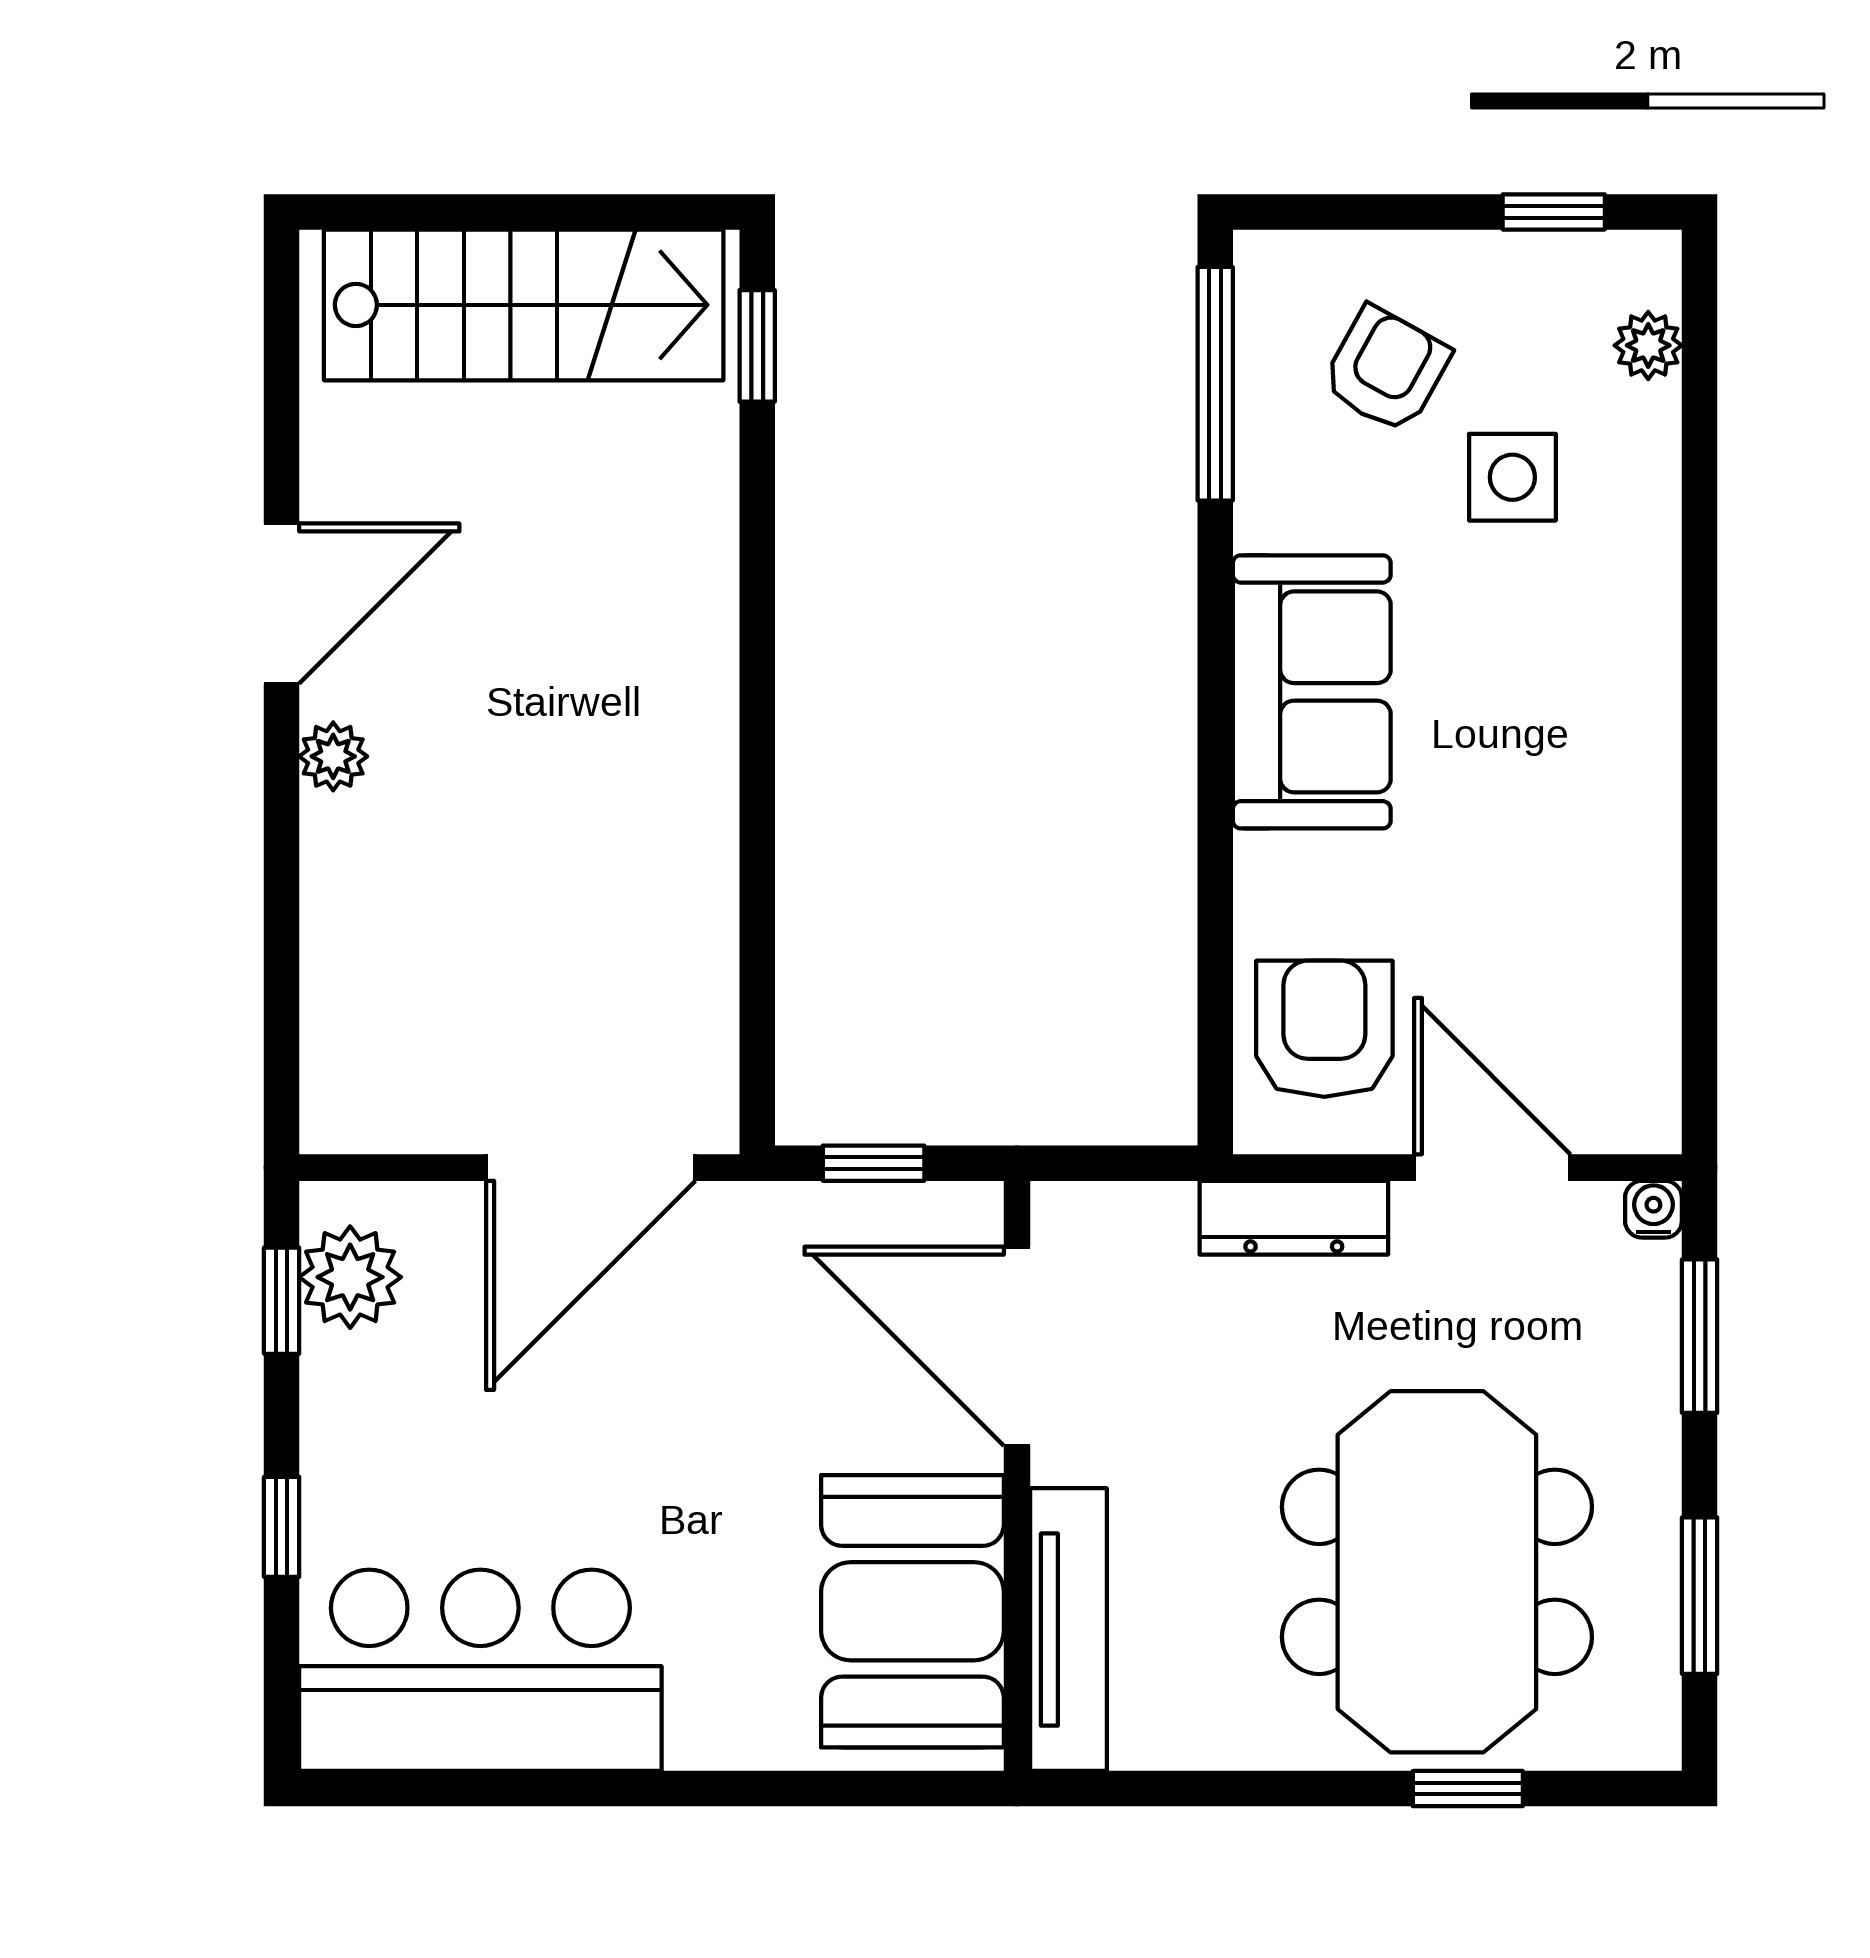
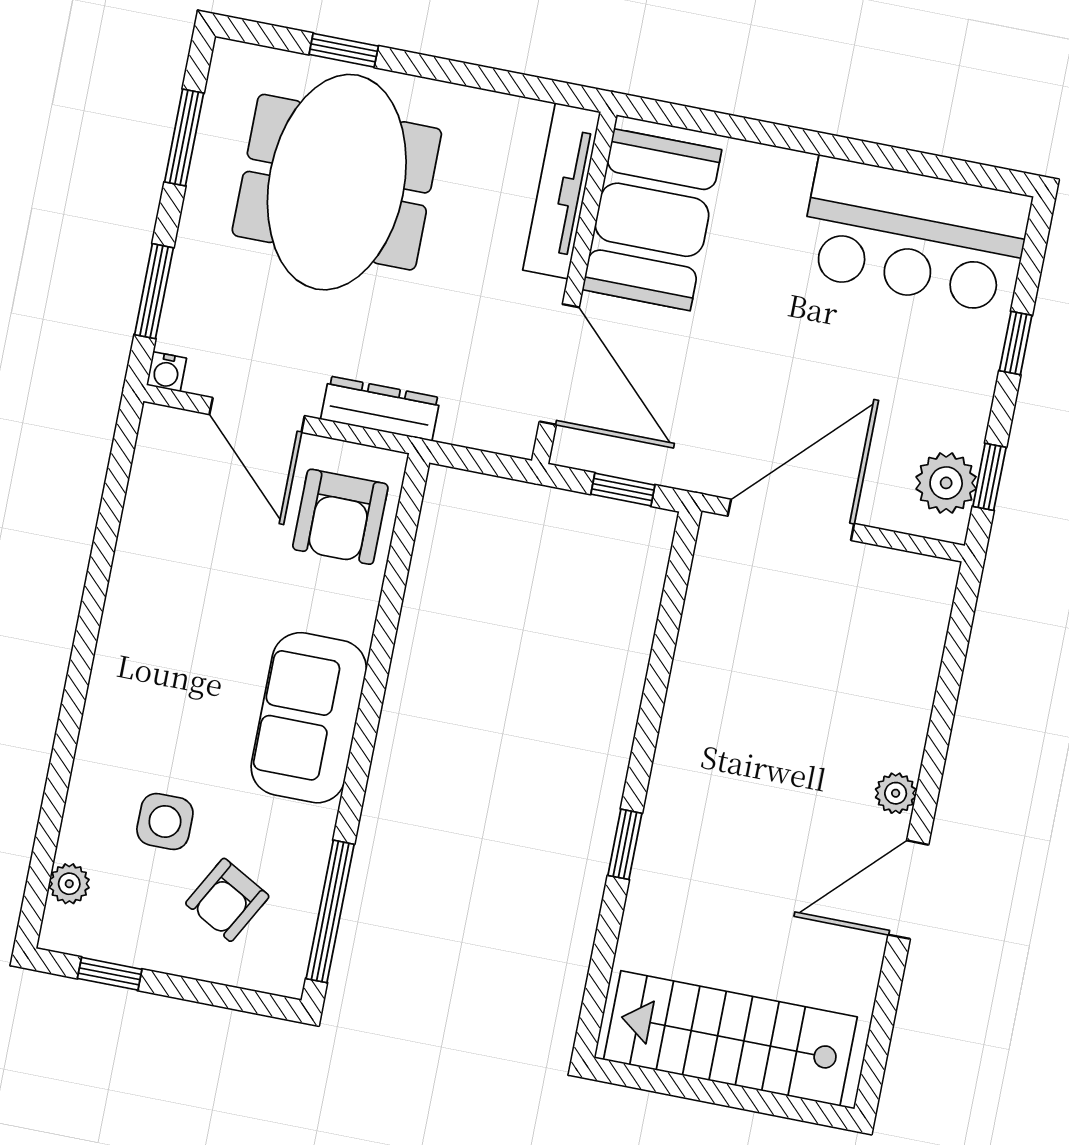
window: (757, 346) -> (625, 844), moved

